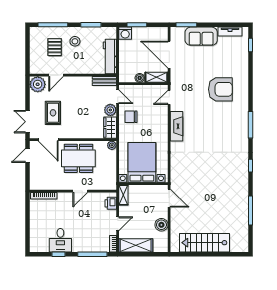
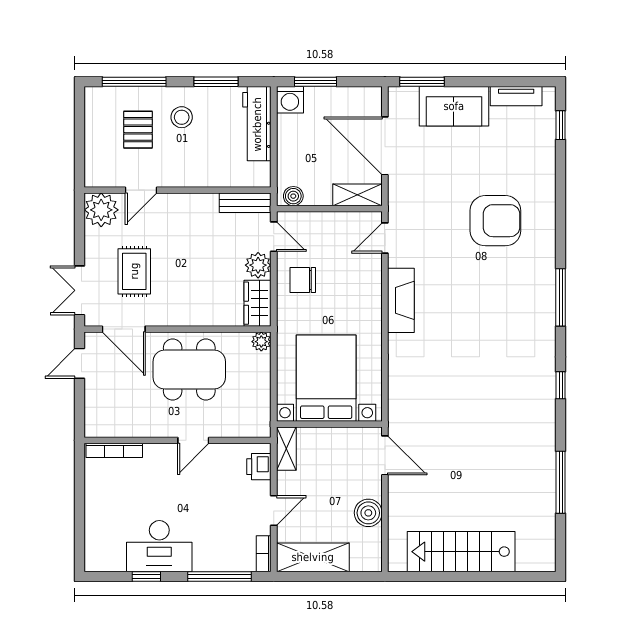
workbench: (110, 57) -> (257, 124), moved
boiler: (140, 78) -> (293, 196), moved
desk: (60, 240) -> (159, 546), width x1.37

